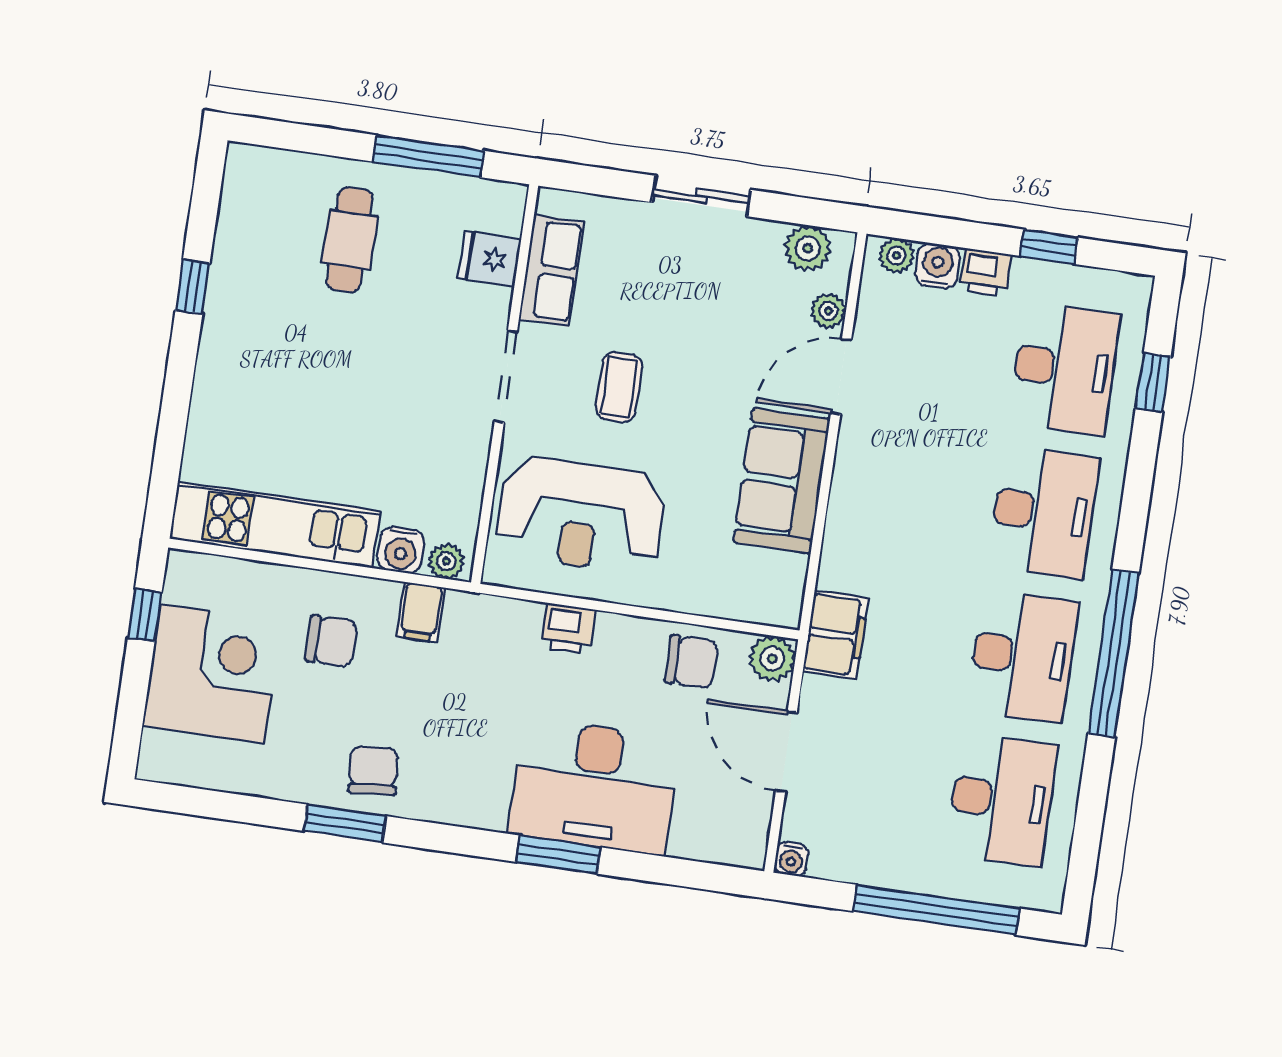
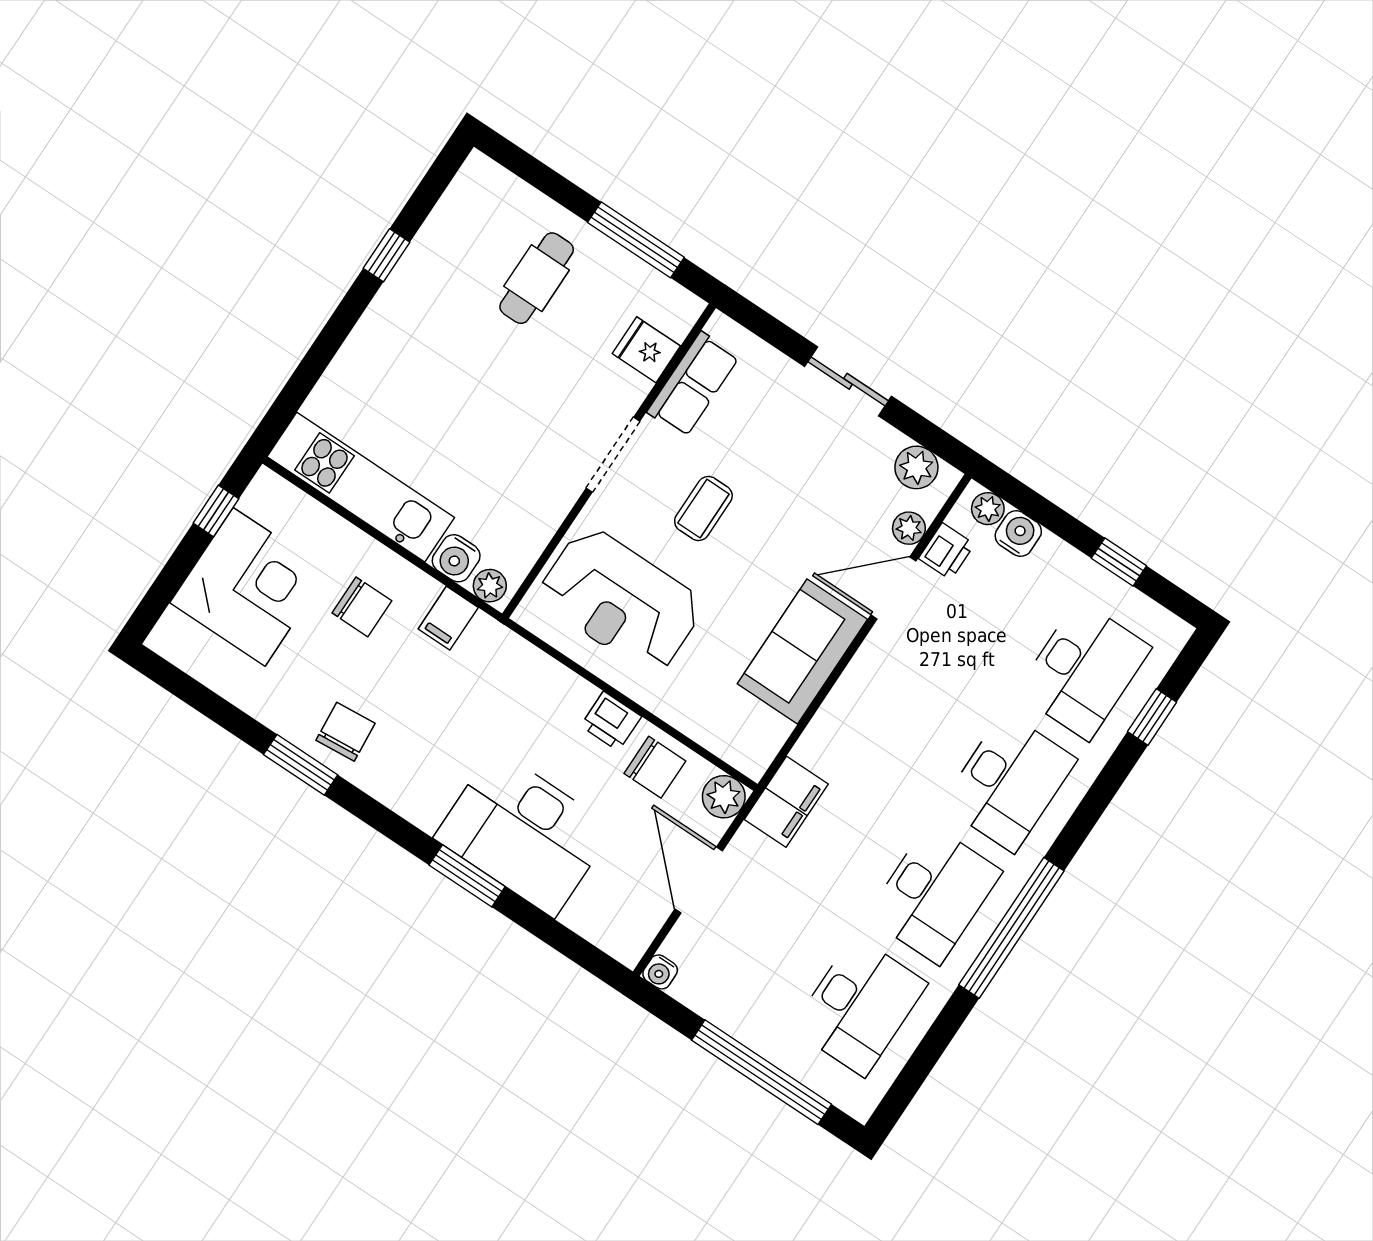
printer: (985, 272) -> (946, 551), moved, turned -90
printer: (568, 629) -> (611, 721), moved

